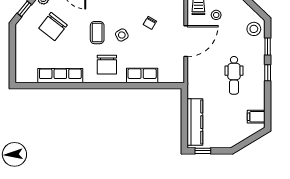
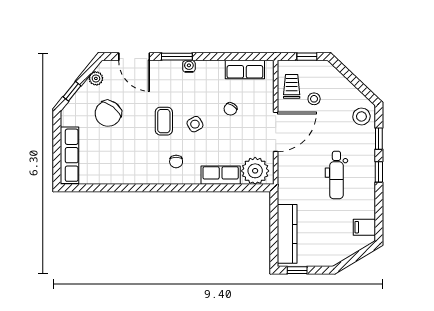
chair: (107, 65) -> (176, 162), width x0.54, depth x0.54
plant: (169, 72) -> (255, 171), added
row of seats: (60, 76) -> (69, 155), moved, turned 90

